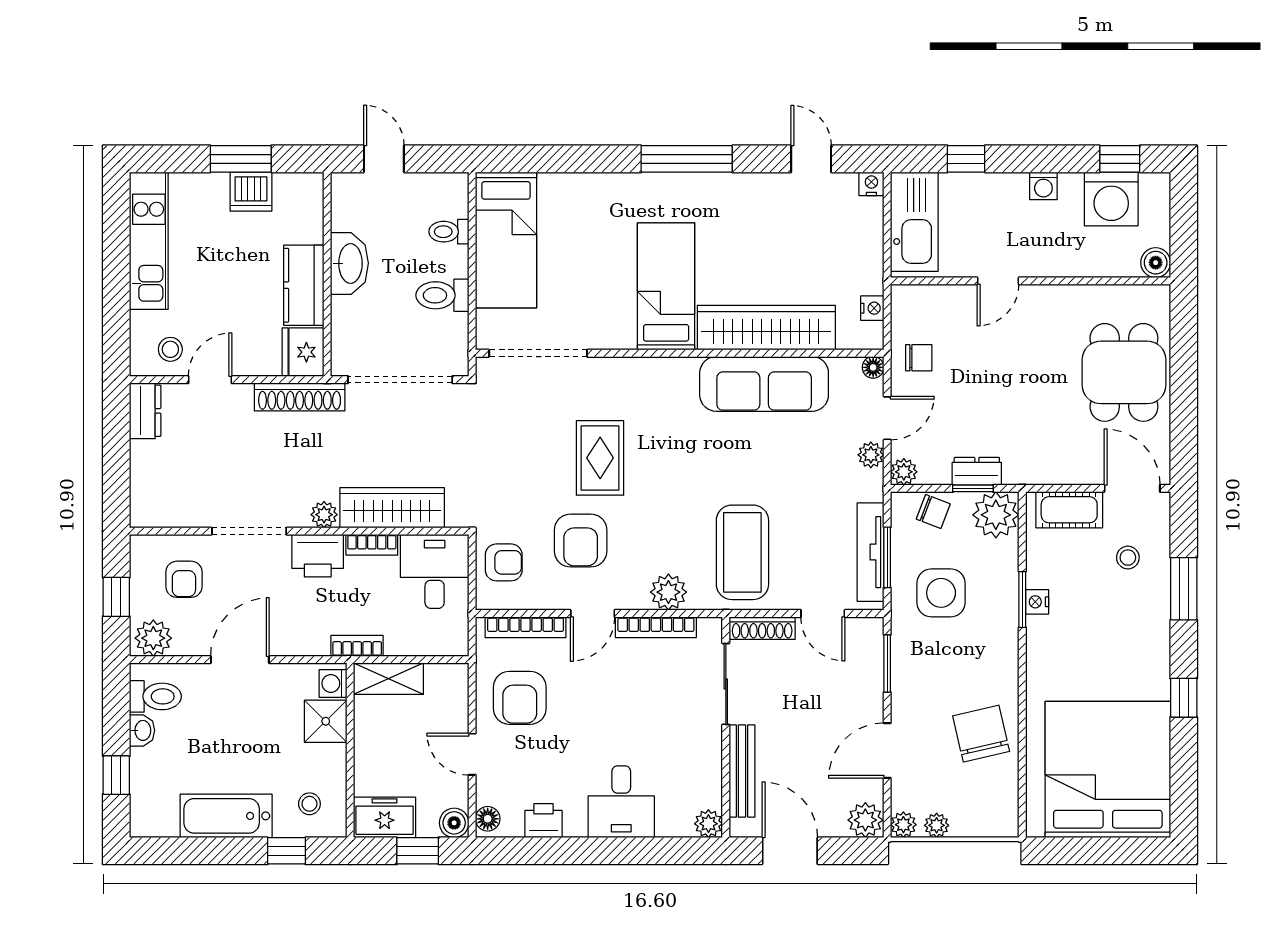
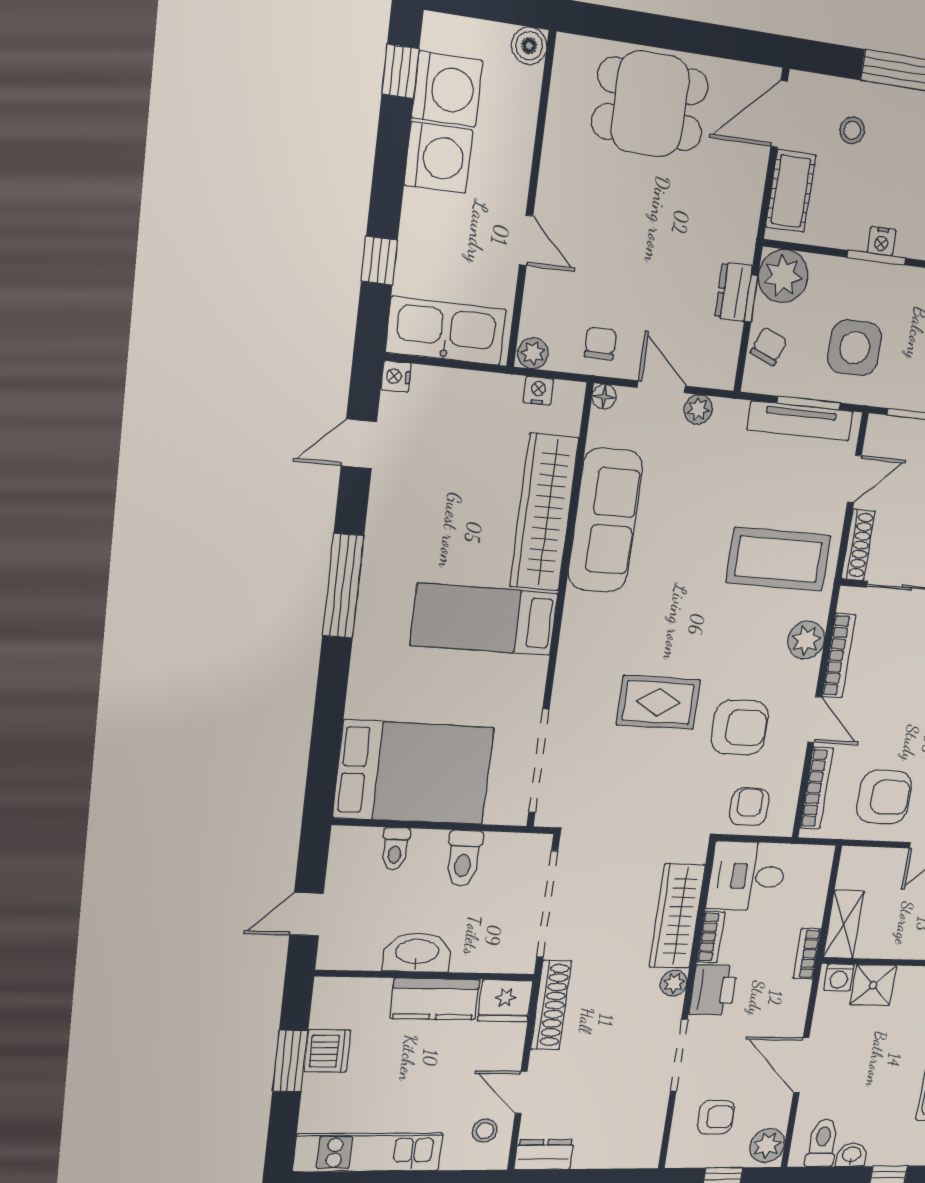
washing machine: (1043, 186) -> (438, 158), width x1.89, depth x1.89
bed: (506, 240) -> (414, 773), width x1.50
plant: (904, 472) -> (533, 353), moved

